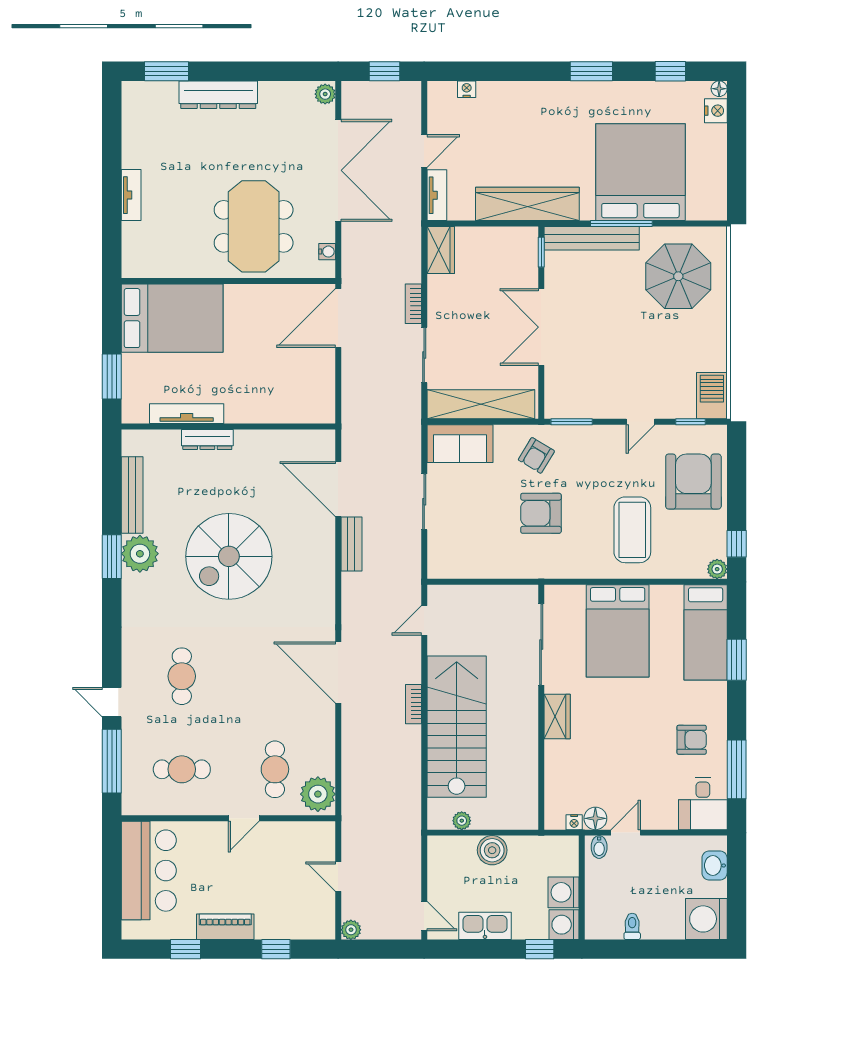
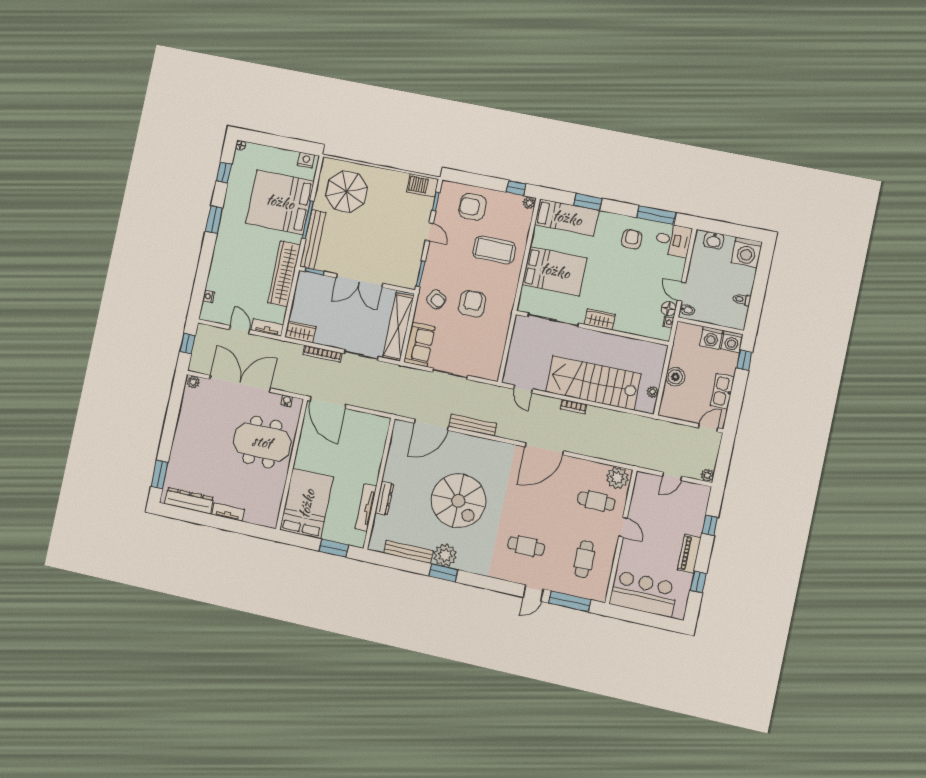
dresser: (218, 95) -> (189, 501), moved, turned -90
nightstand: (716, 111) -> (306, 160), moved
bookcase: (413, 304) -> (322, 354), width x1.56
armchair: (693, 482) -> (472, 207), width x0.73, depth x0.73
armchair: (541, 513) -> (472, 304), turned 180
bench: (351, 544) -> (473, 425), width x1.36

